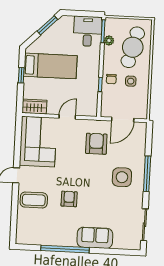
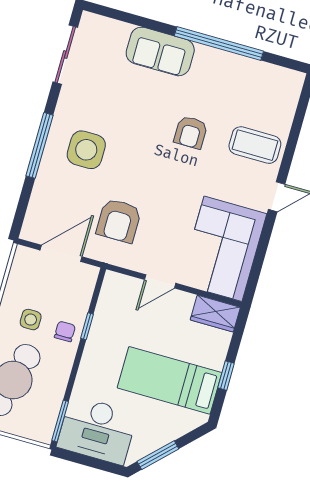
desk: (88, 31) -> (97, 430), width x1.37
plant: (109, 41) -> (53, 402), removed

